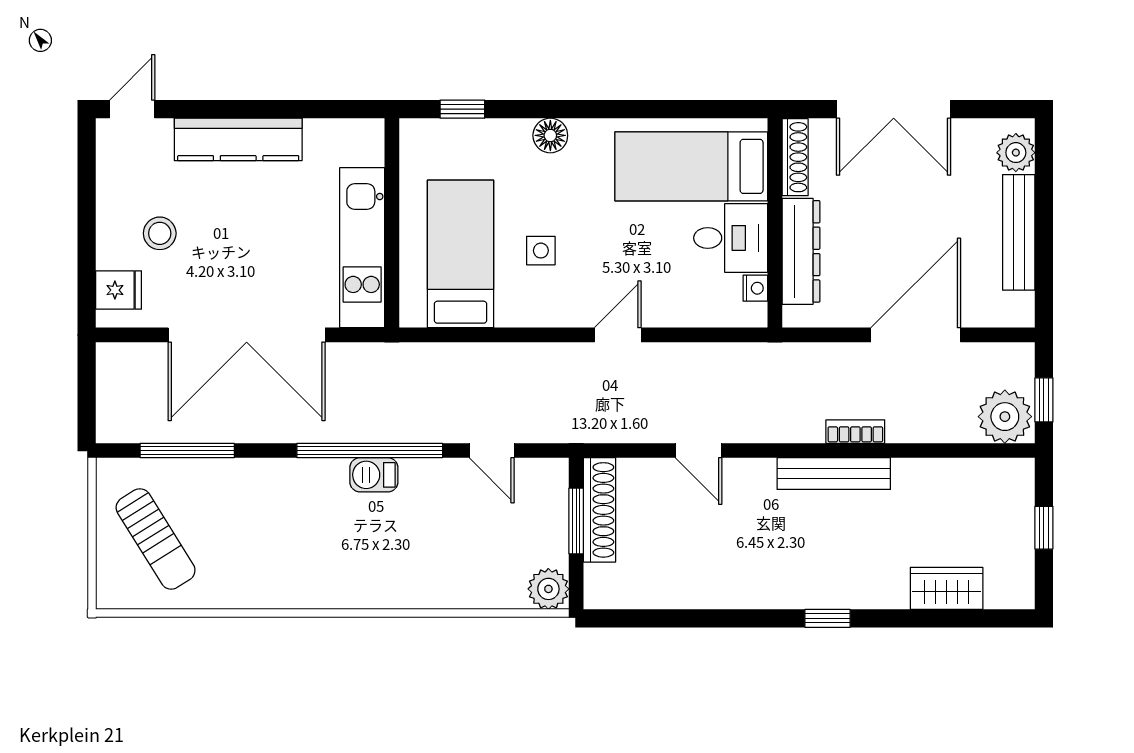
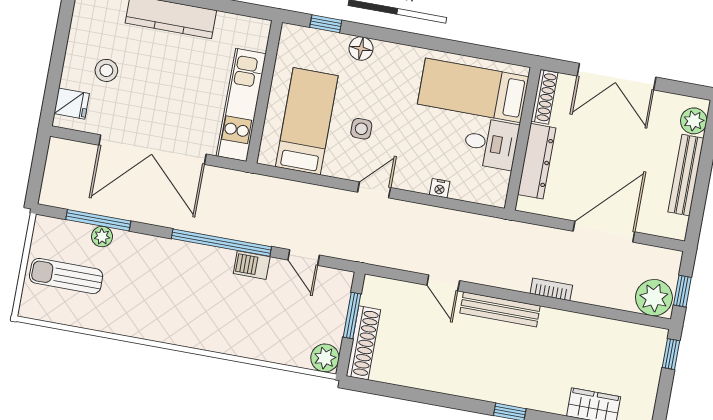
floor lamp: (550, 135) -> (361, 49), moved
nightstand: (755, 288) -> (440, 188), moved, turned 90
door: (618, 335) -> (374, 190), moved
plant: (197, 473) -> (102, 237), added
bench: (834, 474) -> (500, 309), moved
barbecue: (374, 475) -> (252, 265), moved
shoe rack: (600, 510) -> (363, 343), moved
window: (1044, 528) -> (671, 354), moved
sun lounger: (156, 539) -> (66, 276), turned 122

